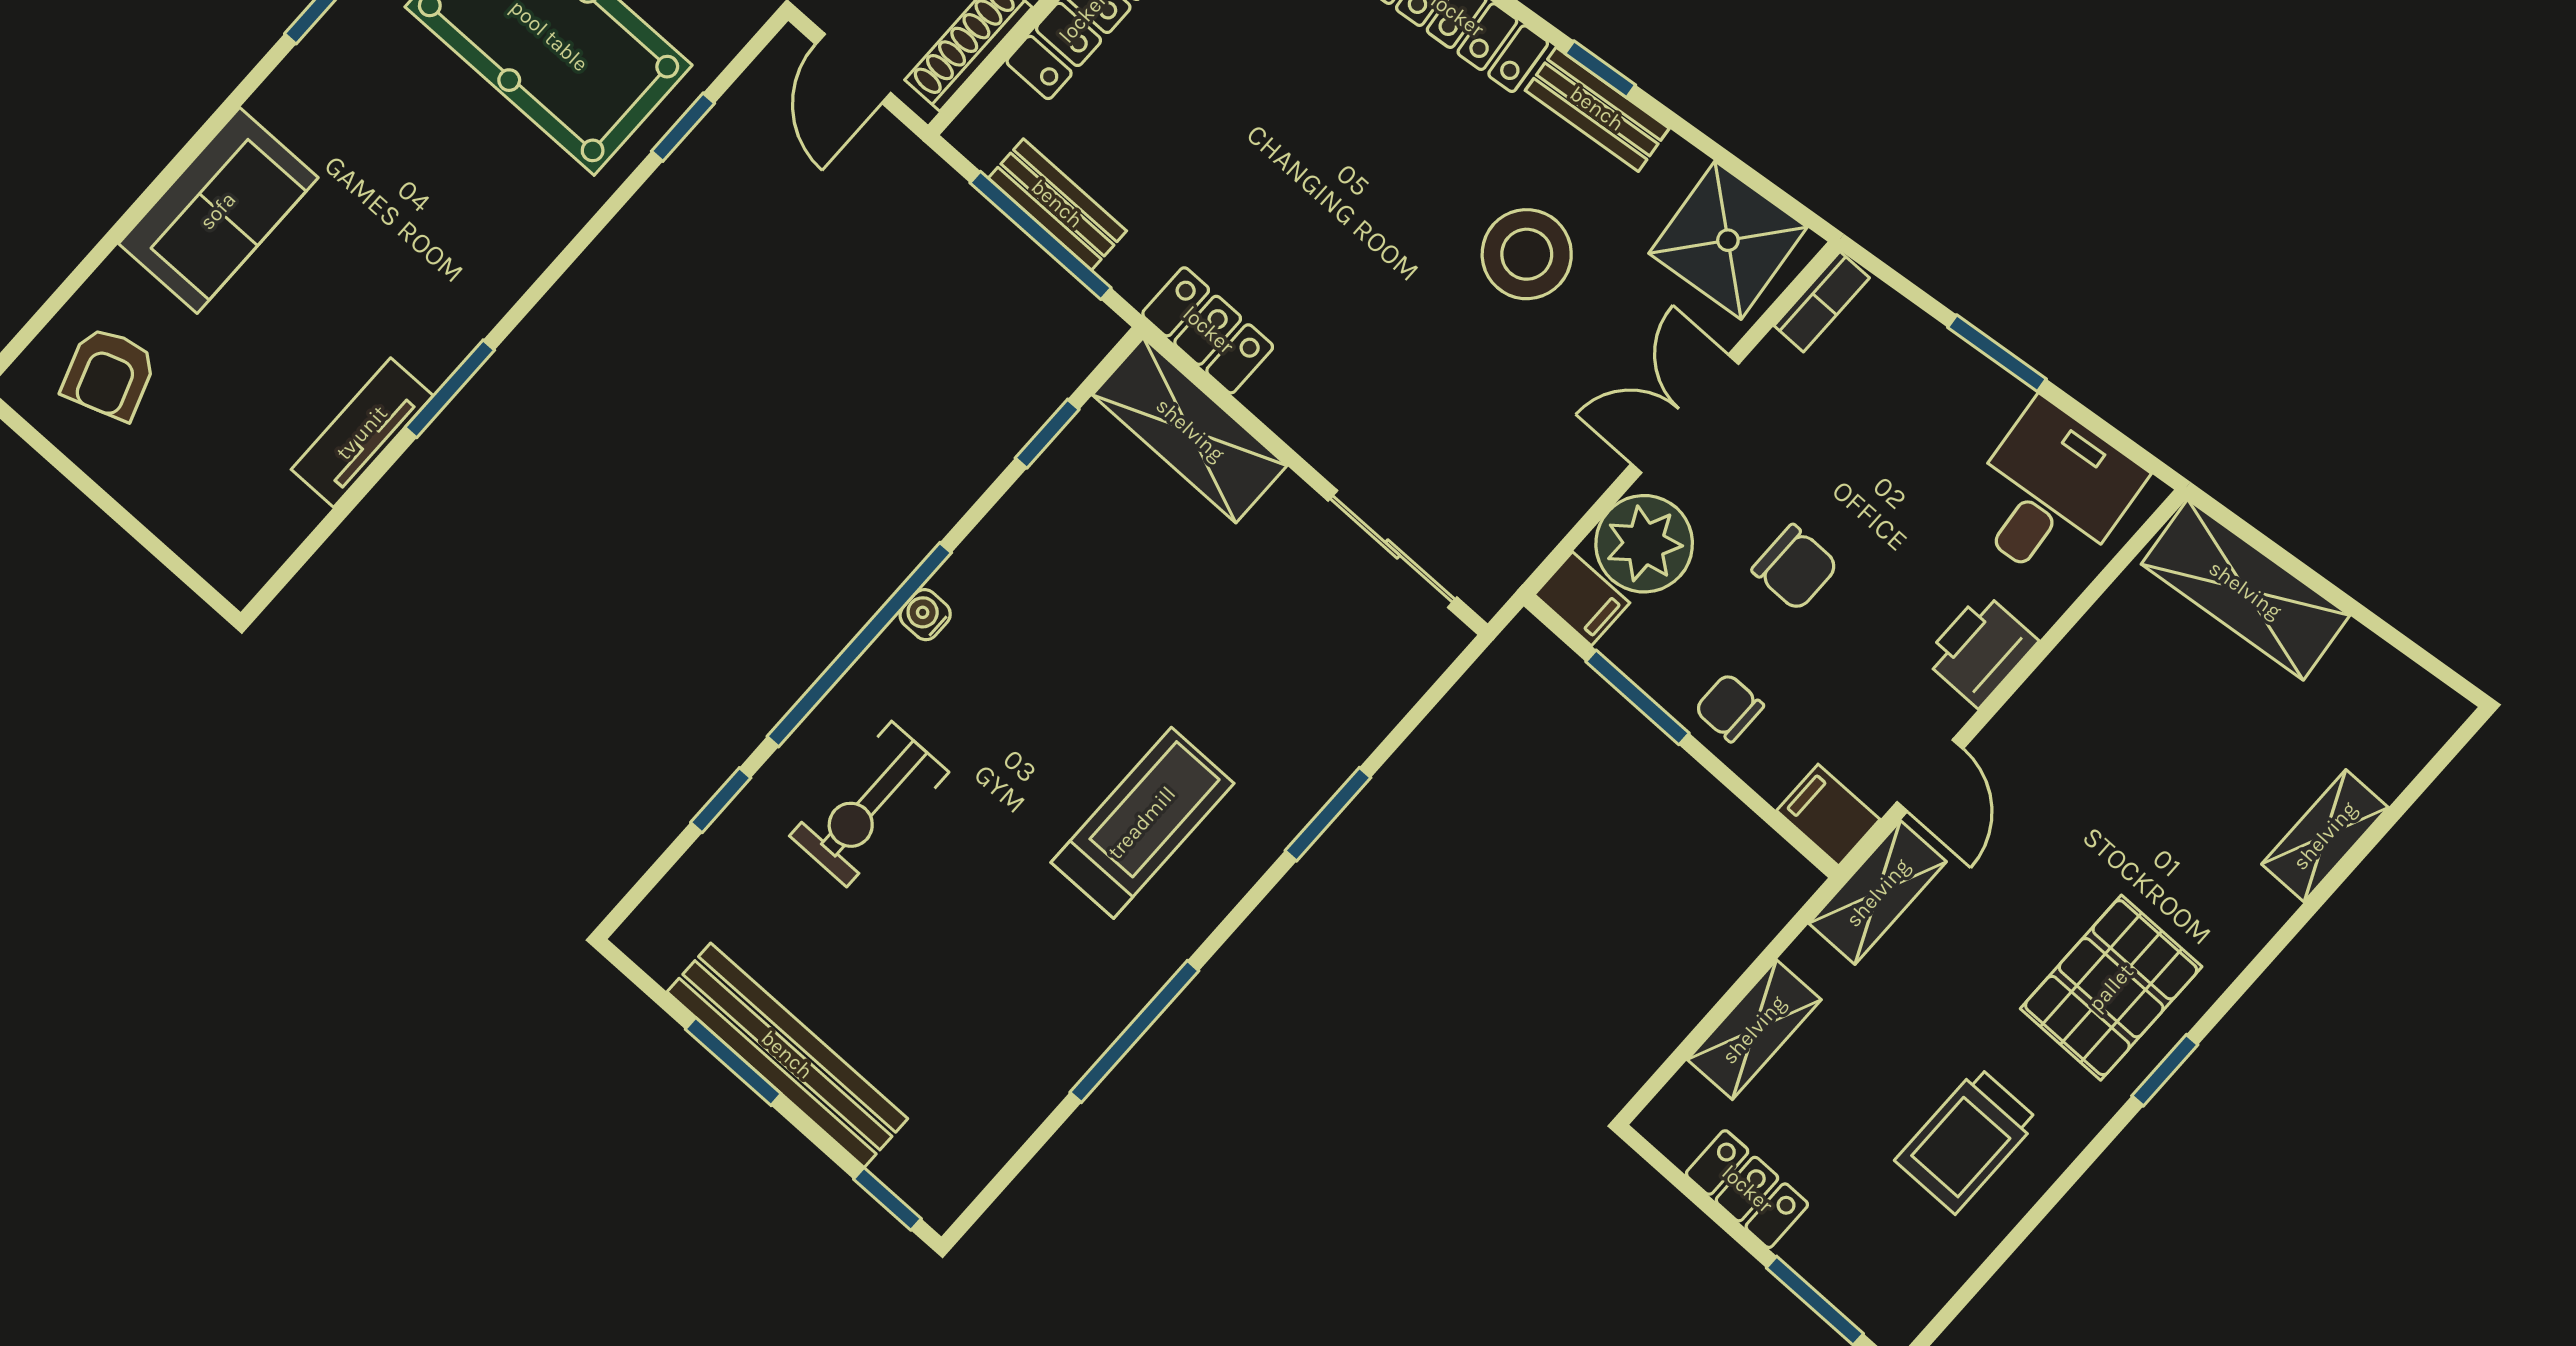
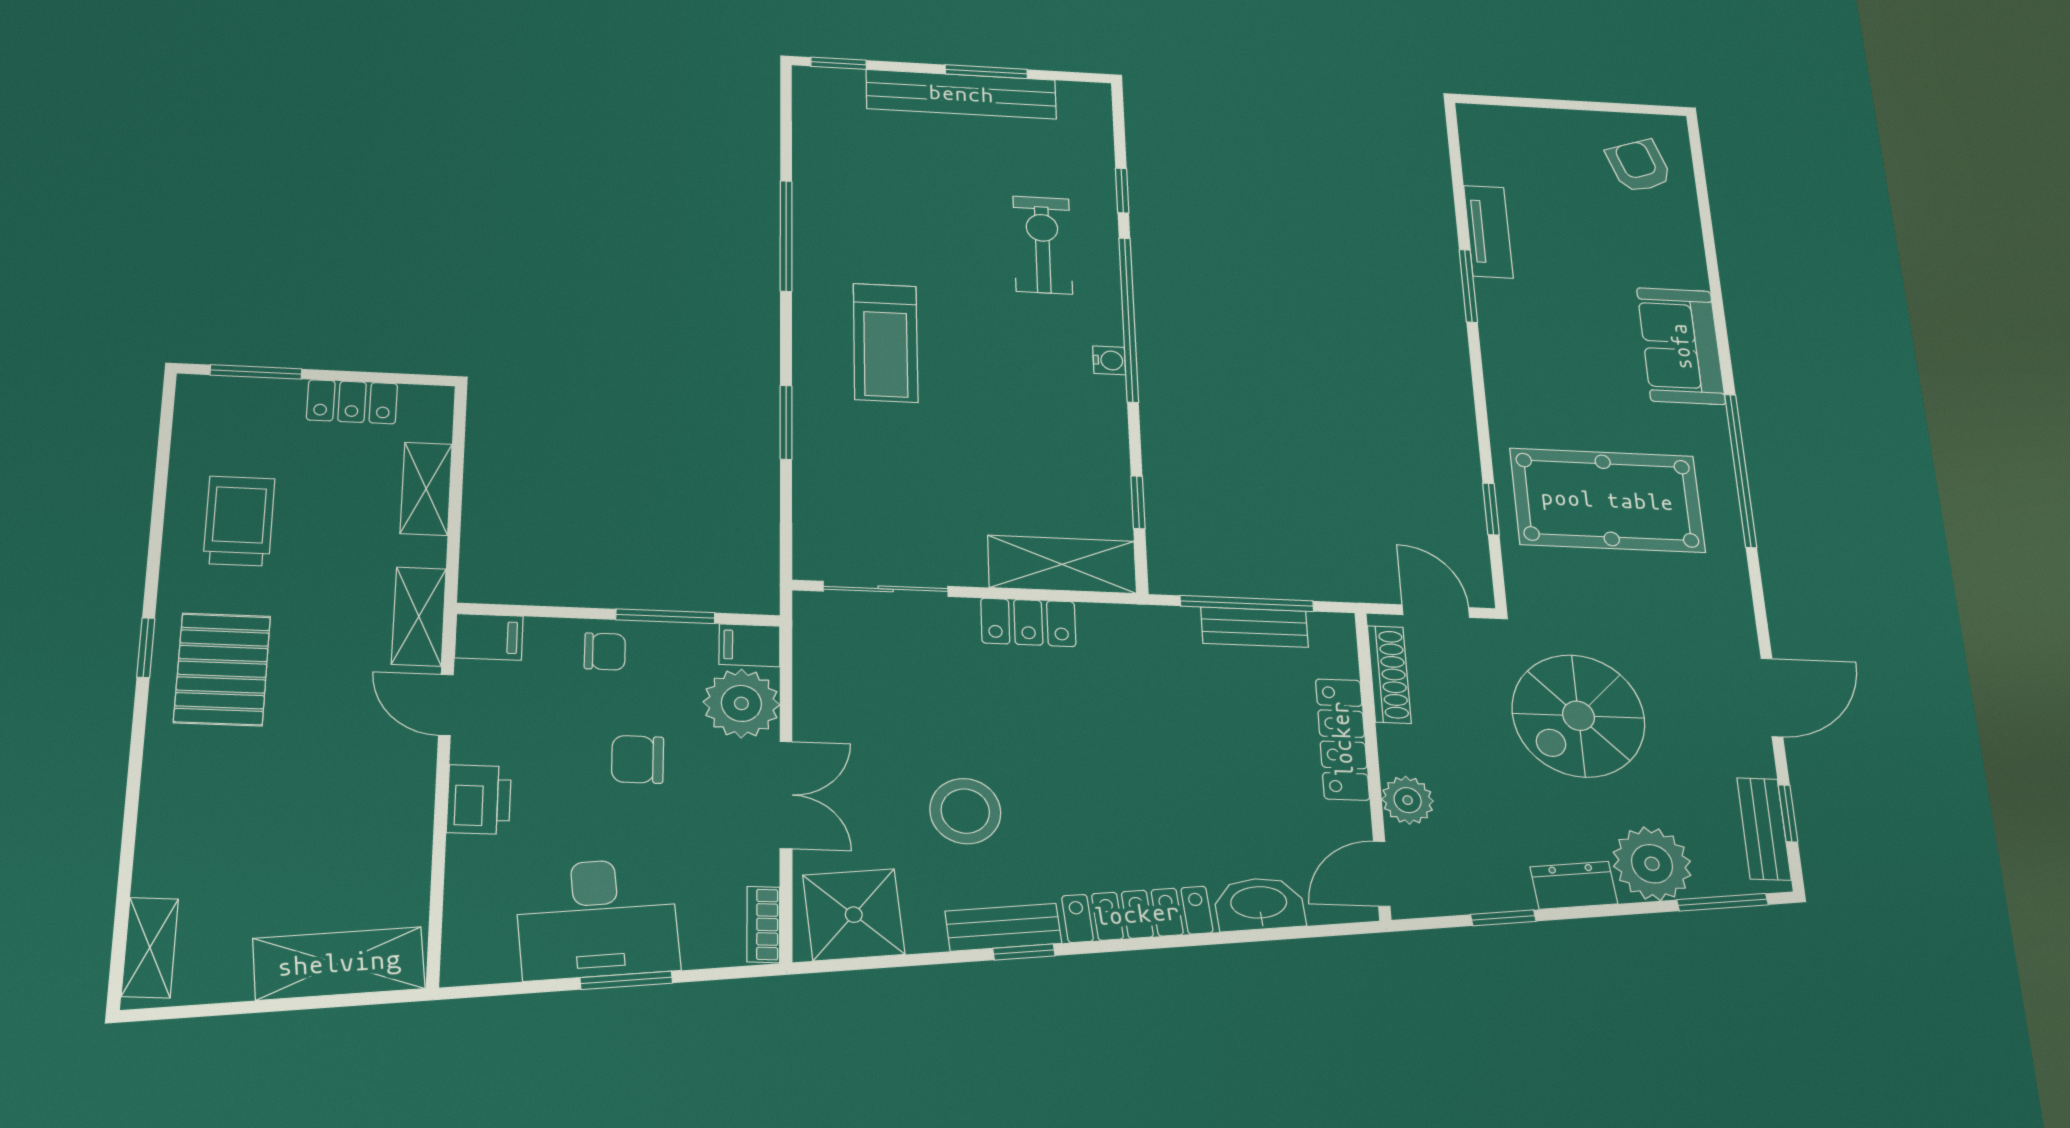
sofa: (218, 211) -> (1681, 346), moved
locker: (1208, 330) -> (1028, 622), moved
desk: (2051, 494) -> (597, 918), moved, width x1.37
shelving: (2325, 836) -> (150, 947), moved

